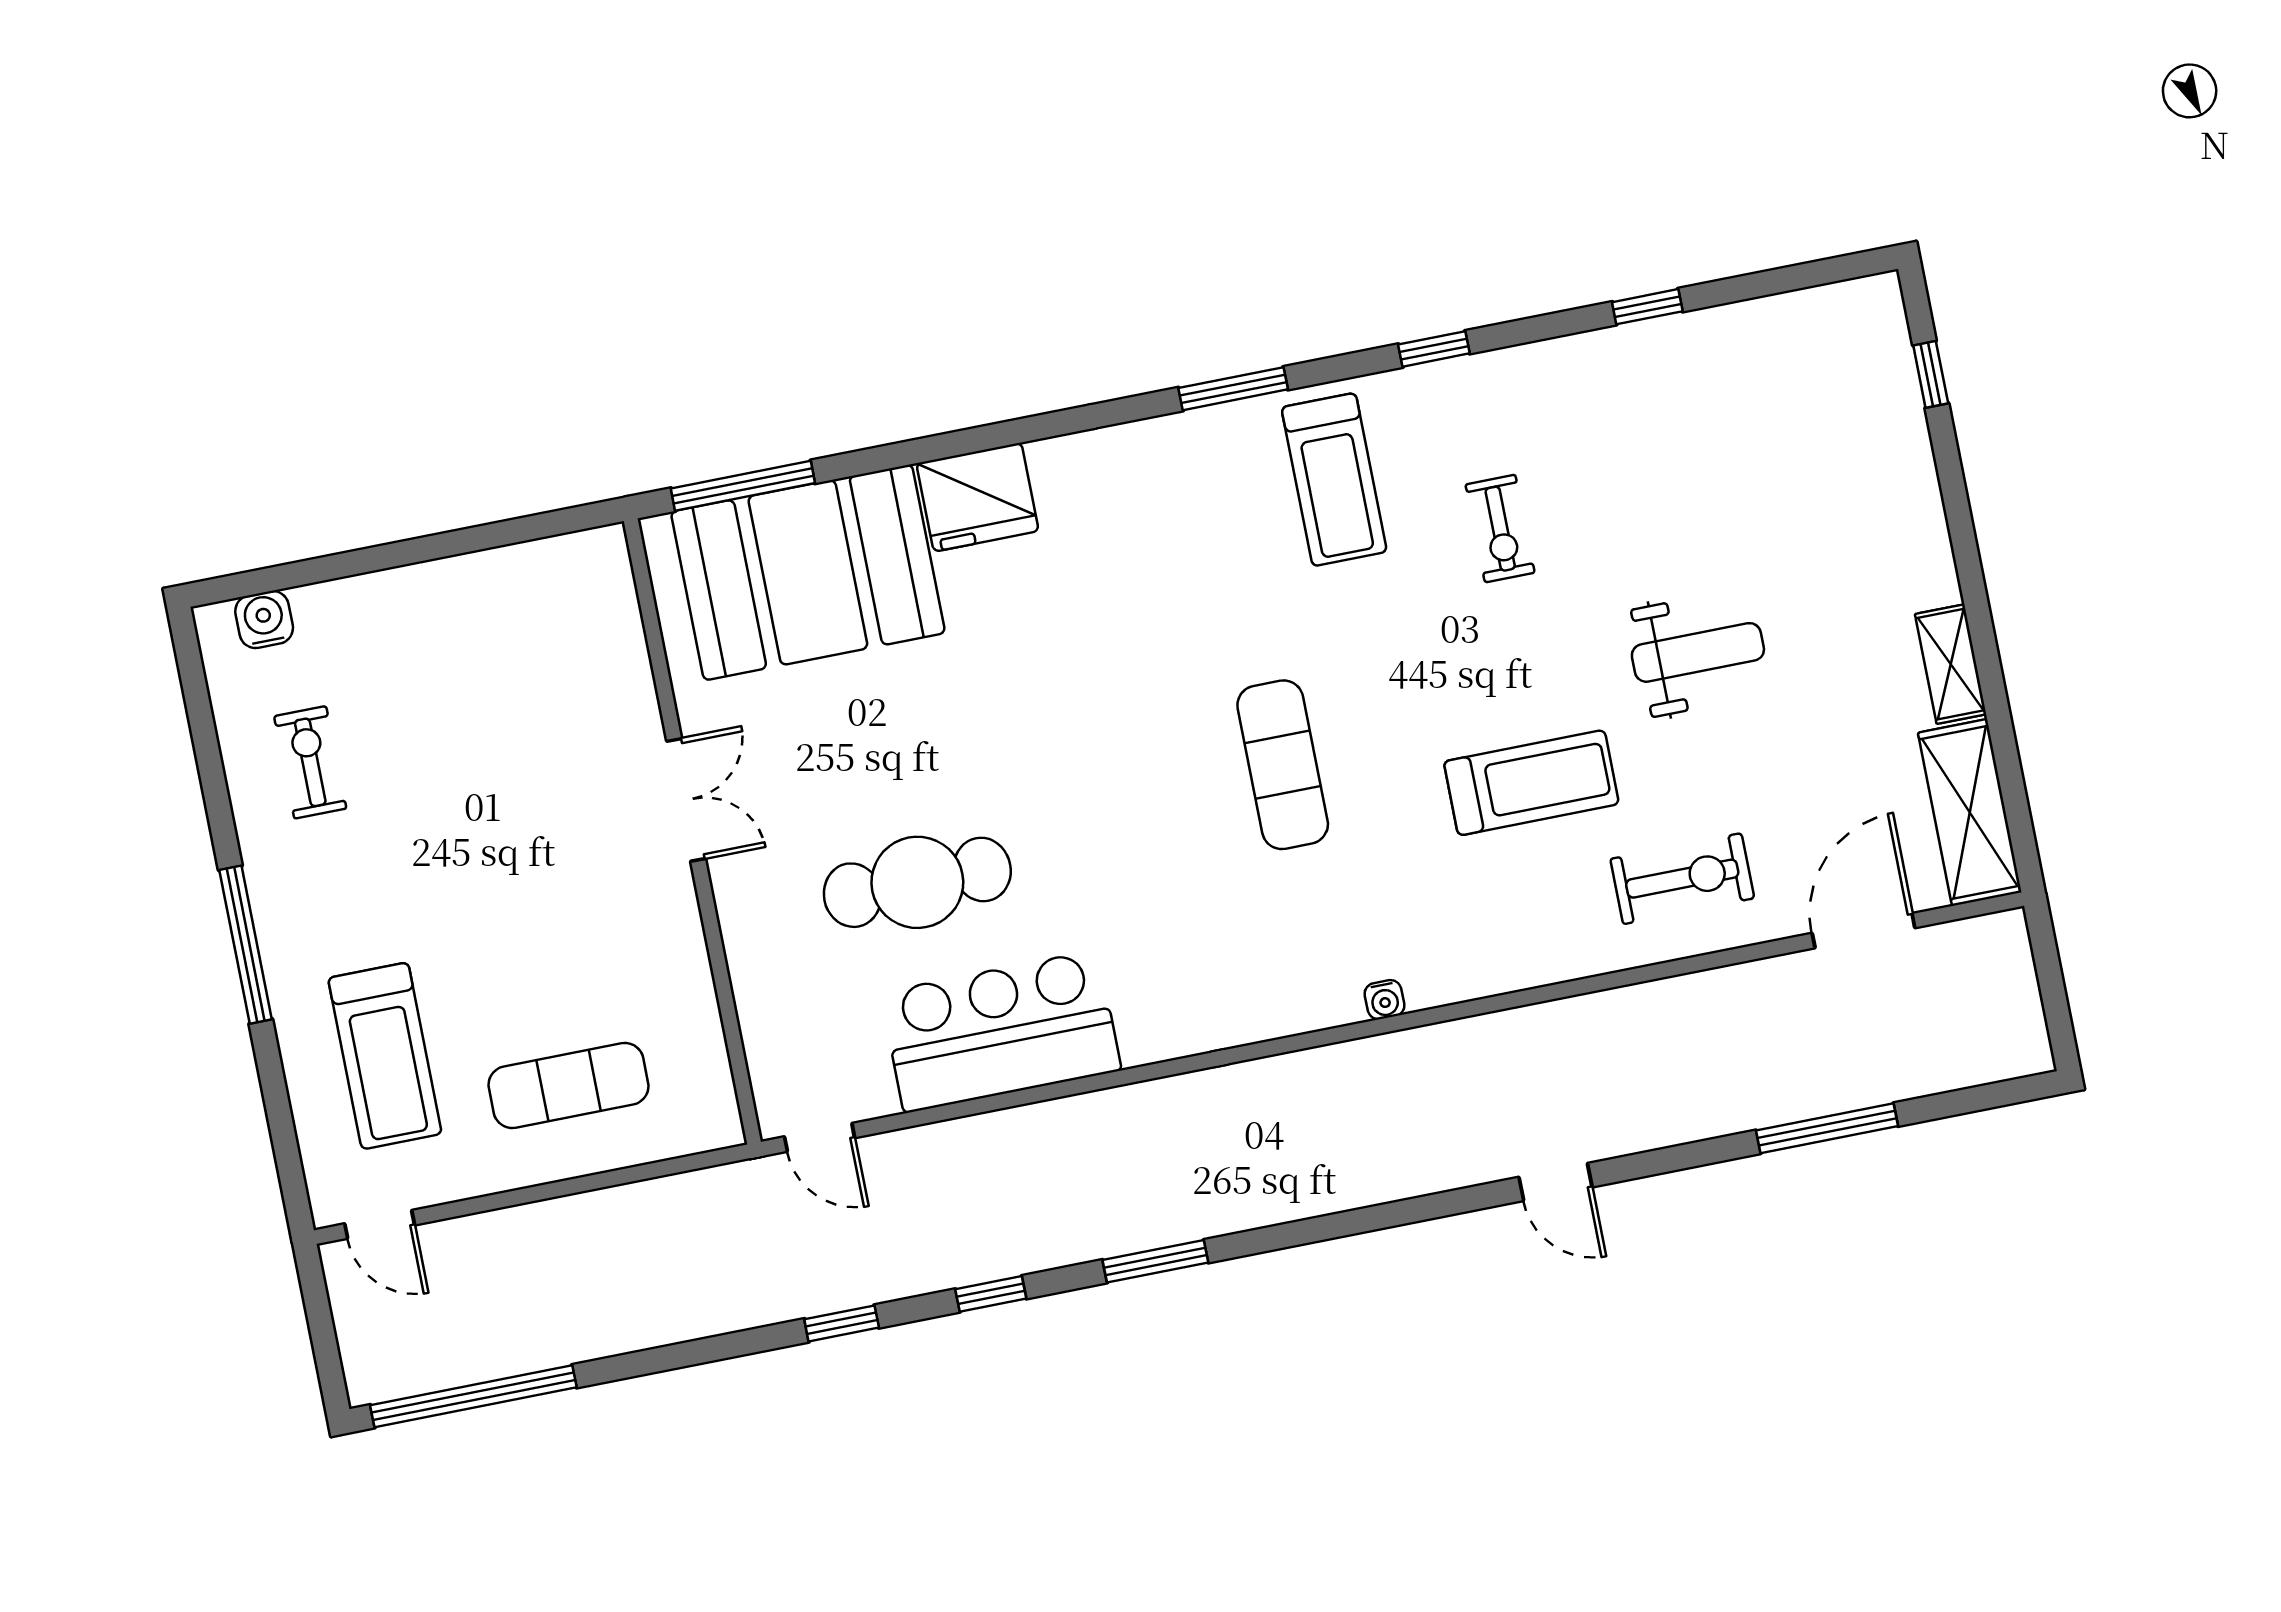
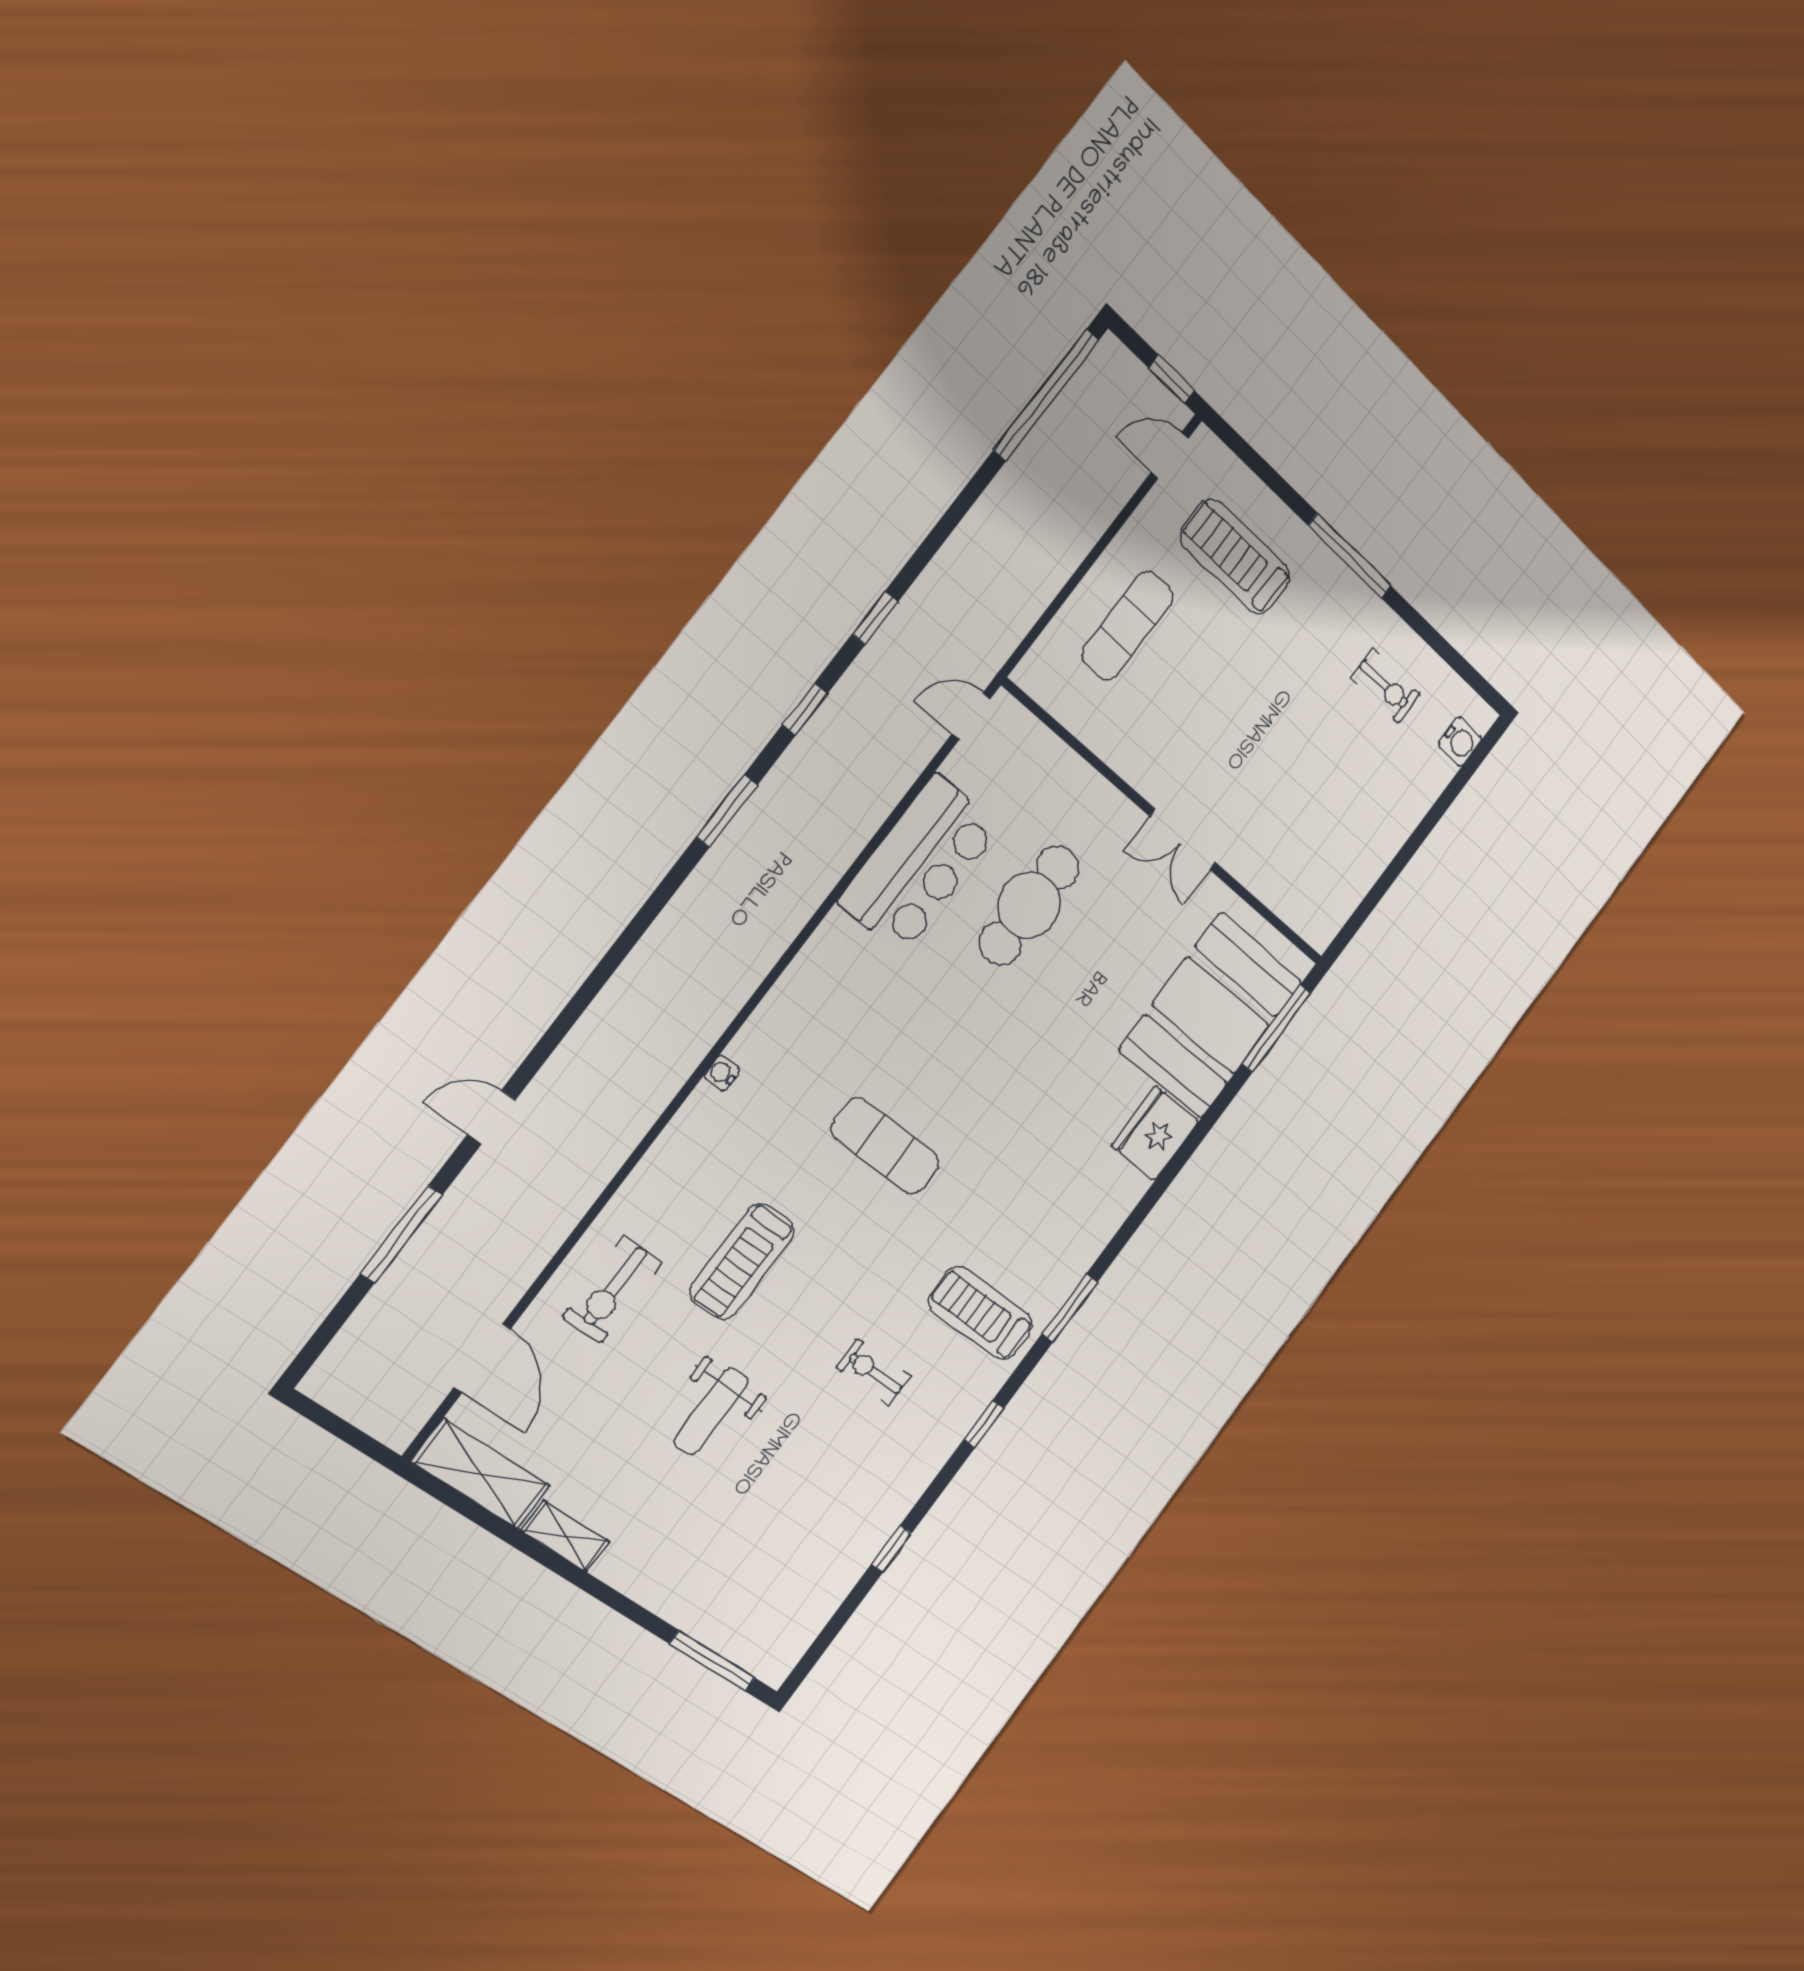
window: (1931, 374) -> (712, 1661), width x2.17
door: (1555, 1182) -> (492, 1117), moved
window: (316, 1301) -> (1172, 379), added

